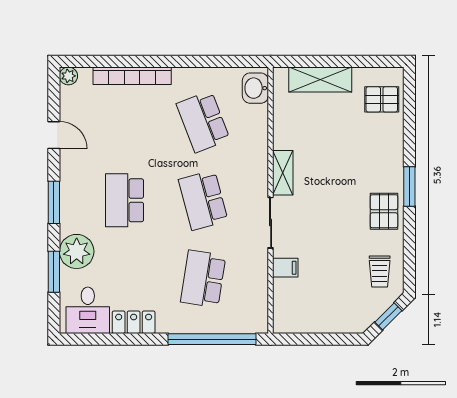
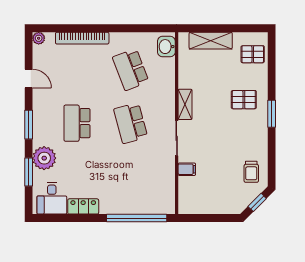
pallet: (384, 211) -> (244, 100), moved, turned 90
school desk: (203, 279) -> (131, 177), removed

